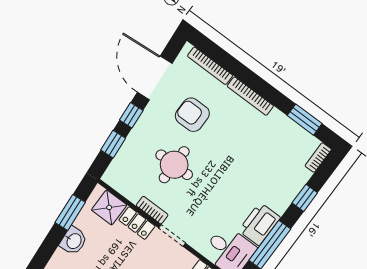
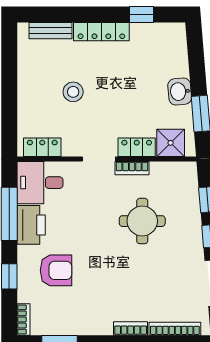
bookcase: (250, 96) -> (131, 329), width x0.64
armchair: (192, 115) -> (56, 270), moved

